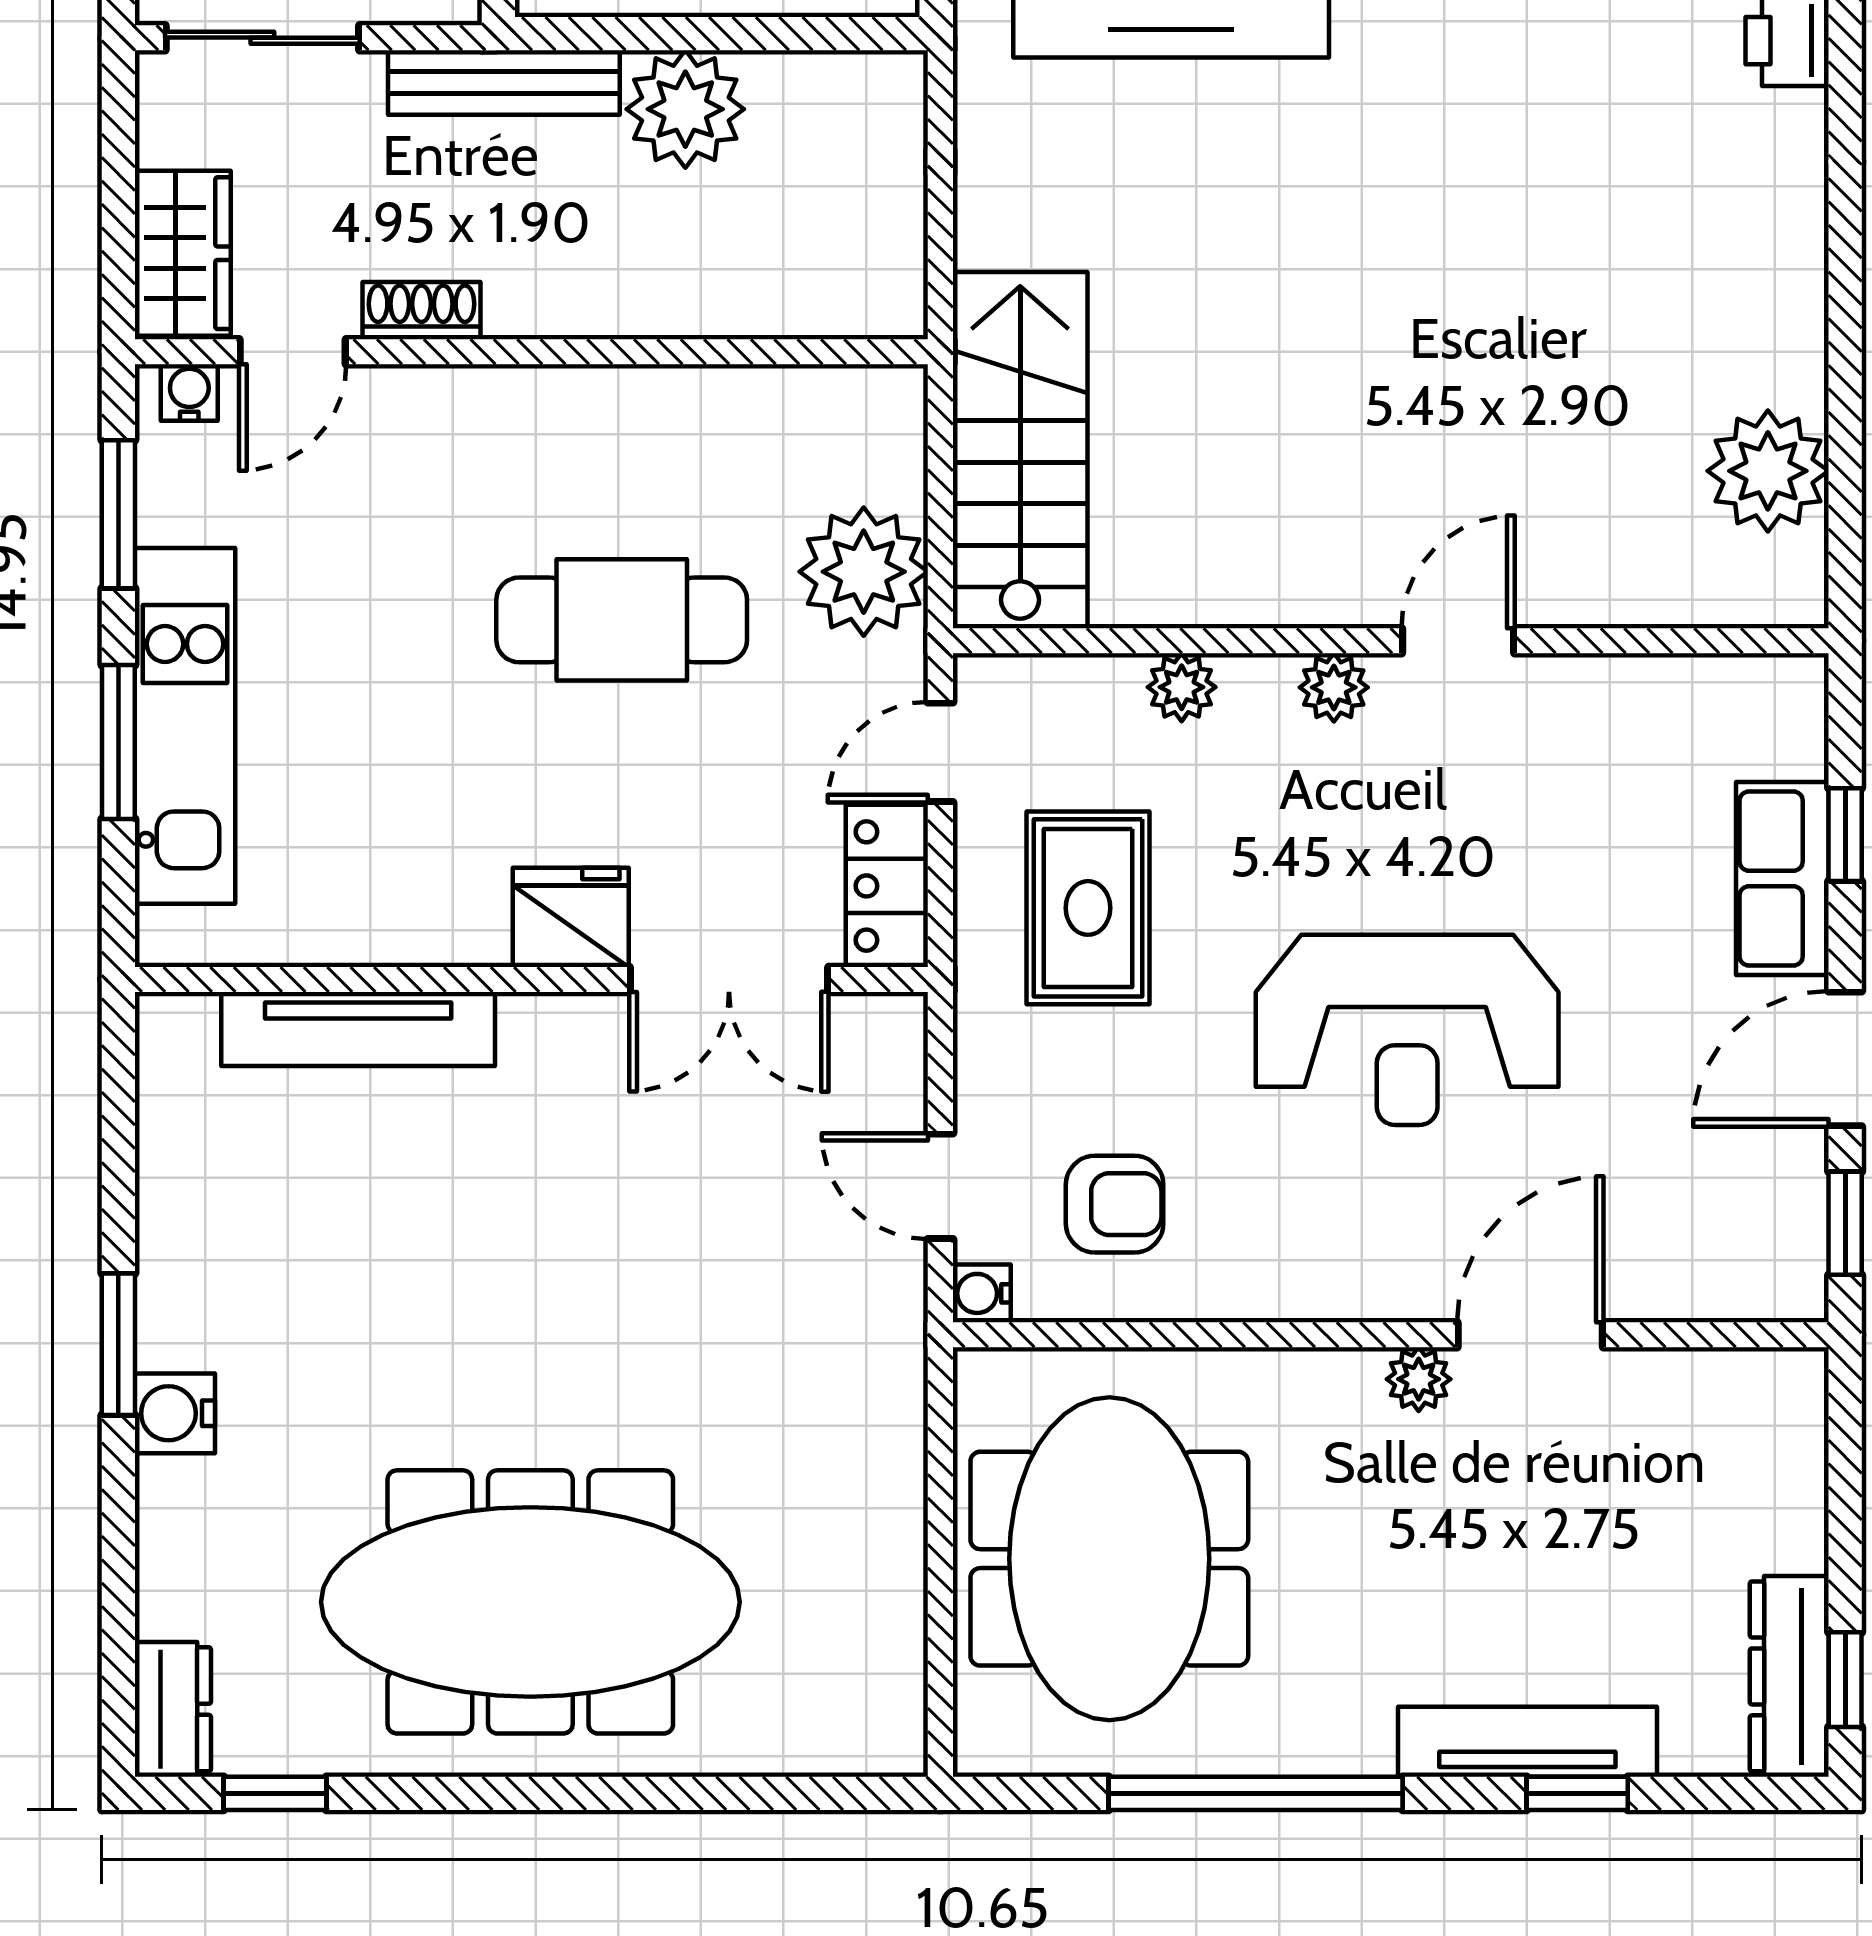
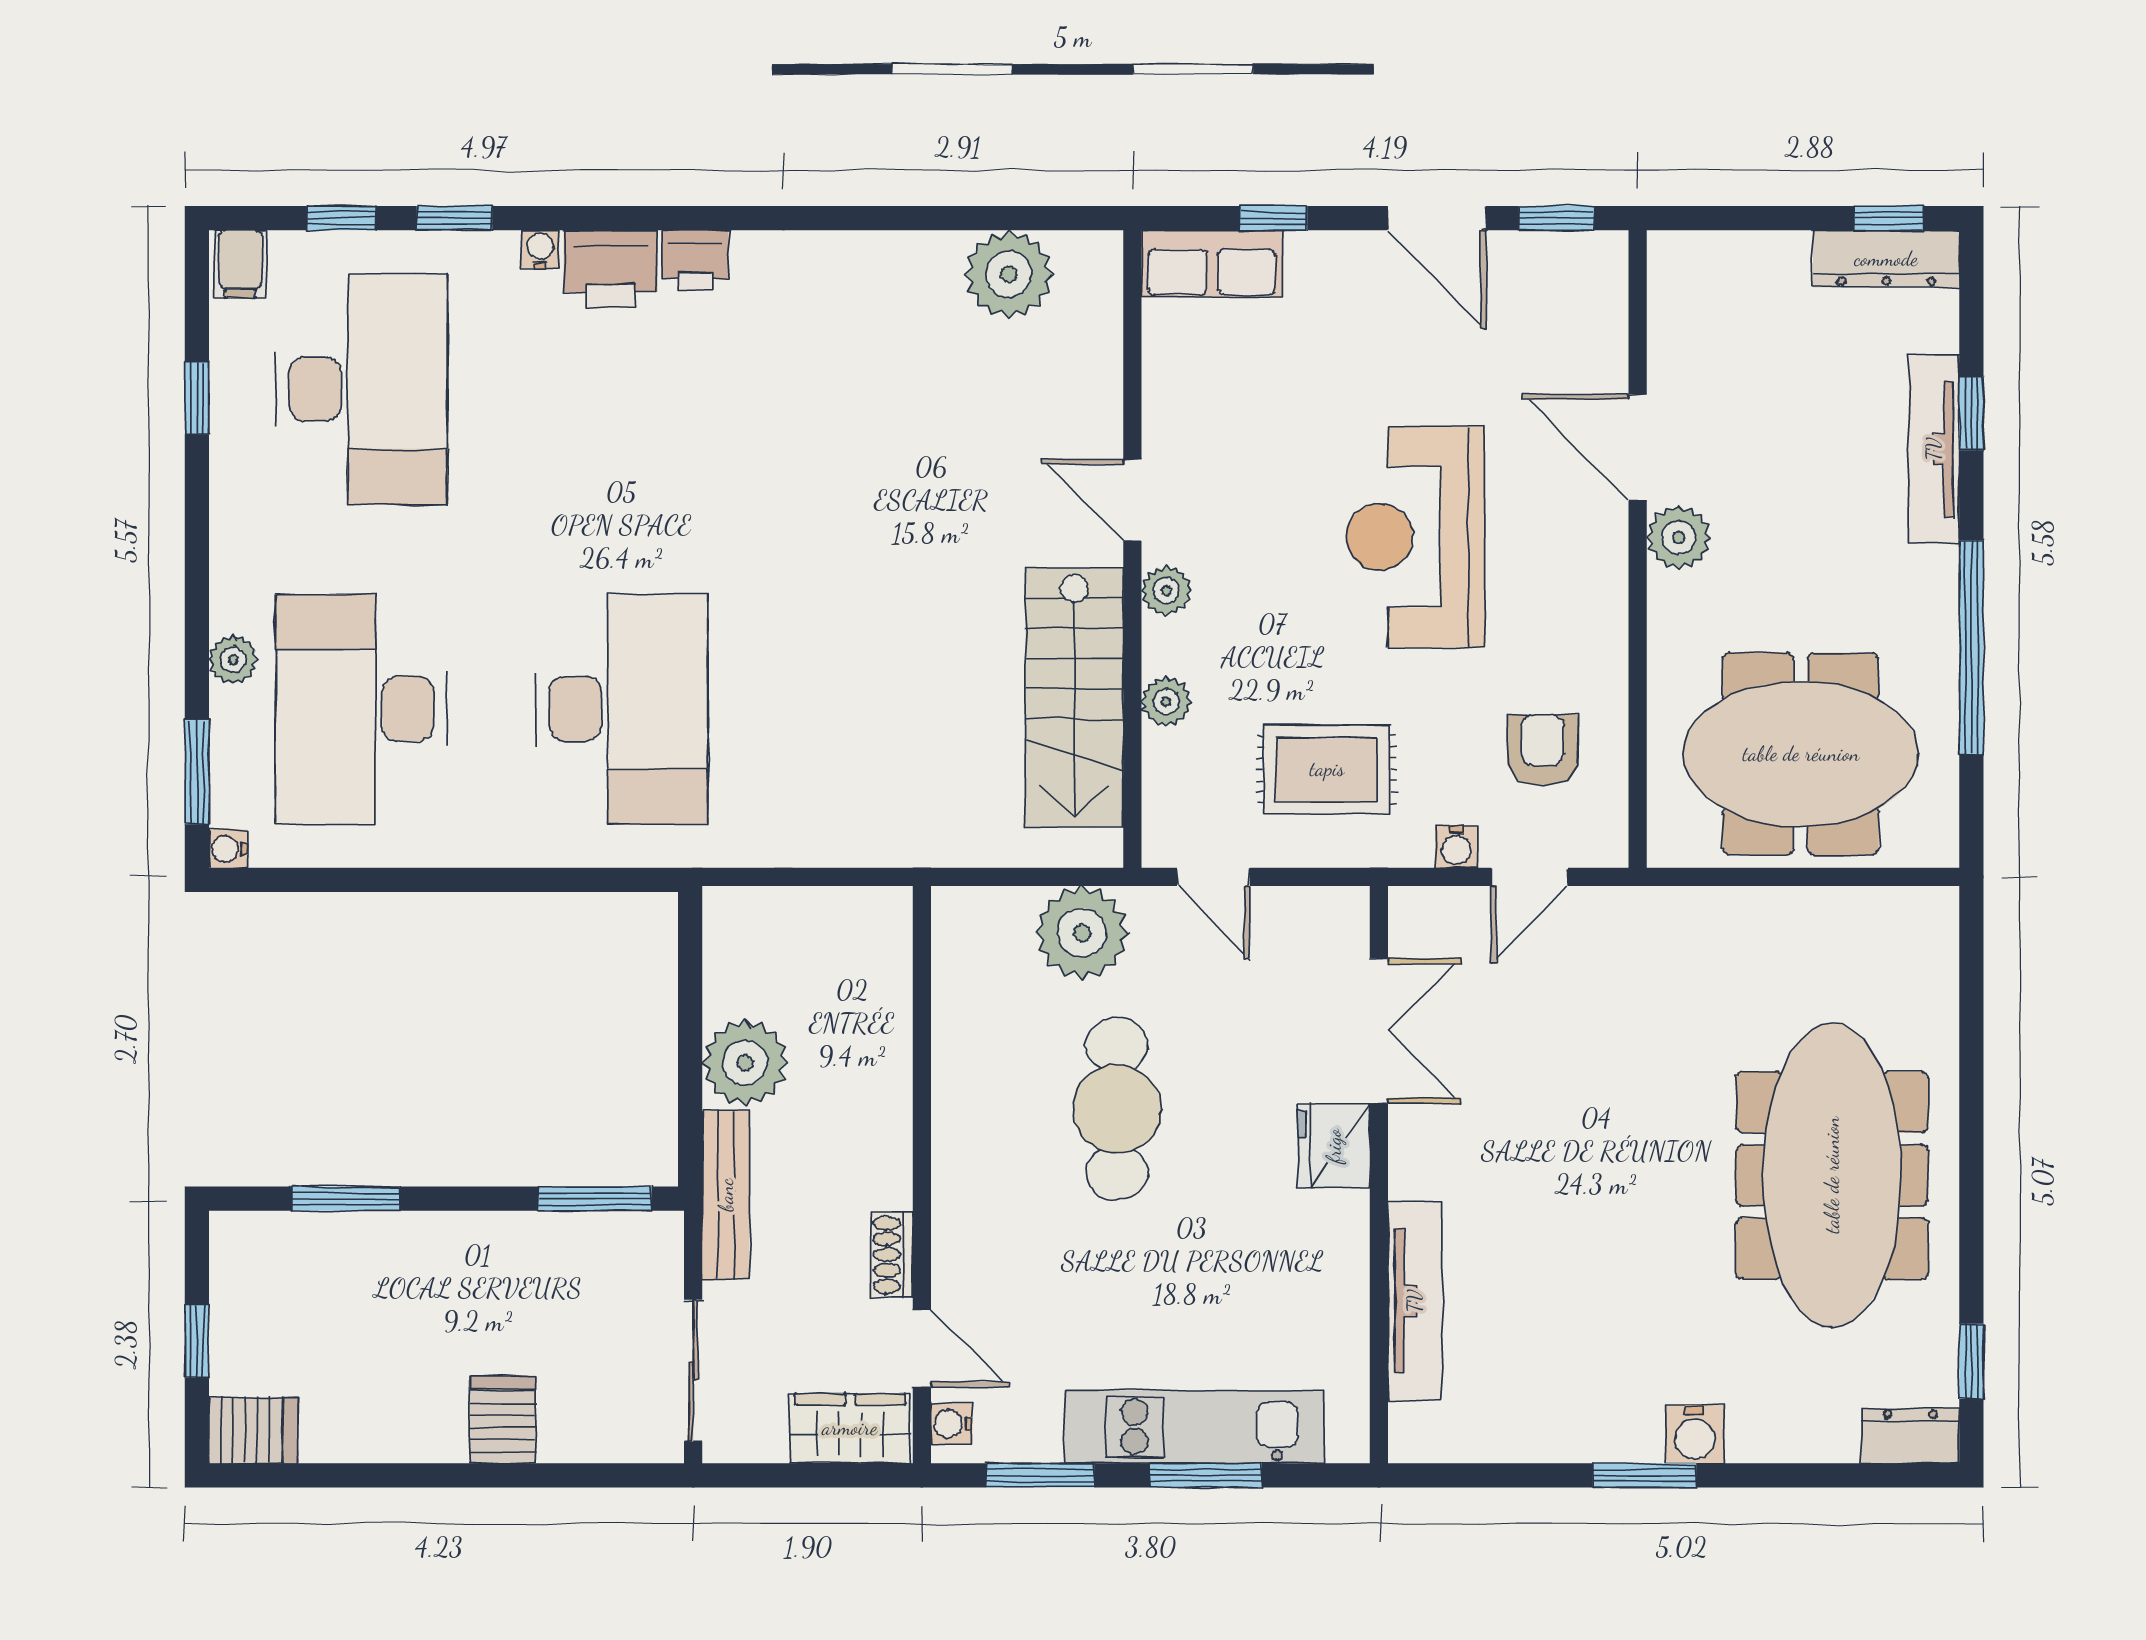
stairs: (1020, 450) -> (1074, 698), moved, turned -90
row of seats: (1782, 879) -> (1212, 264), moved
locker: (887, 886) -> (1311, 916), removed
reception desk: (1407, 1030) -> (1416, 537), turned 180
water cooler: (982, 1293) -> (1456, 847), moved
plant: (1419, 1379) -> (1679, 537), width x1.38, depth x1.38

